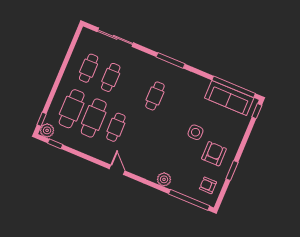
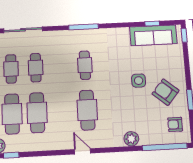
window: (234, 87) -> (152, 24), width x0.32
cafe table: (116, 127) -> (87, 110), moved, width x1.37, depth x1.35
armchair: (214, 154) -> (166, 92), turned -50

